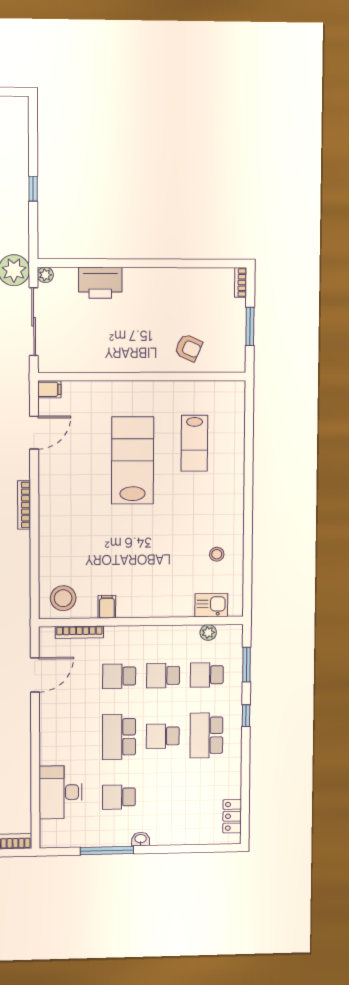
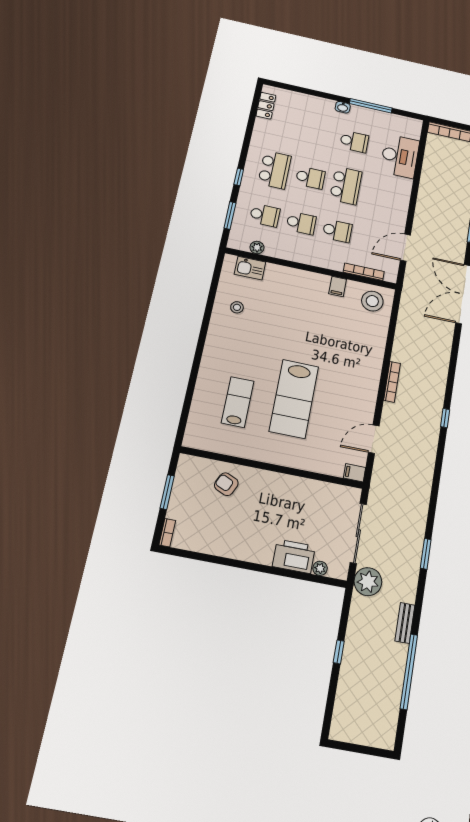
plant: (45, 275) -> (320, 568), moved

